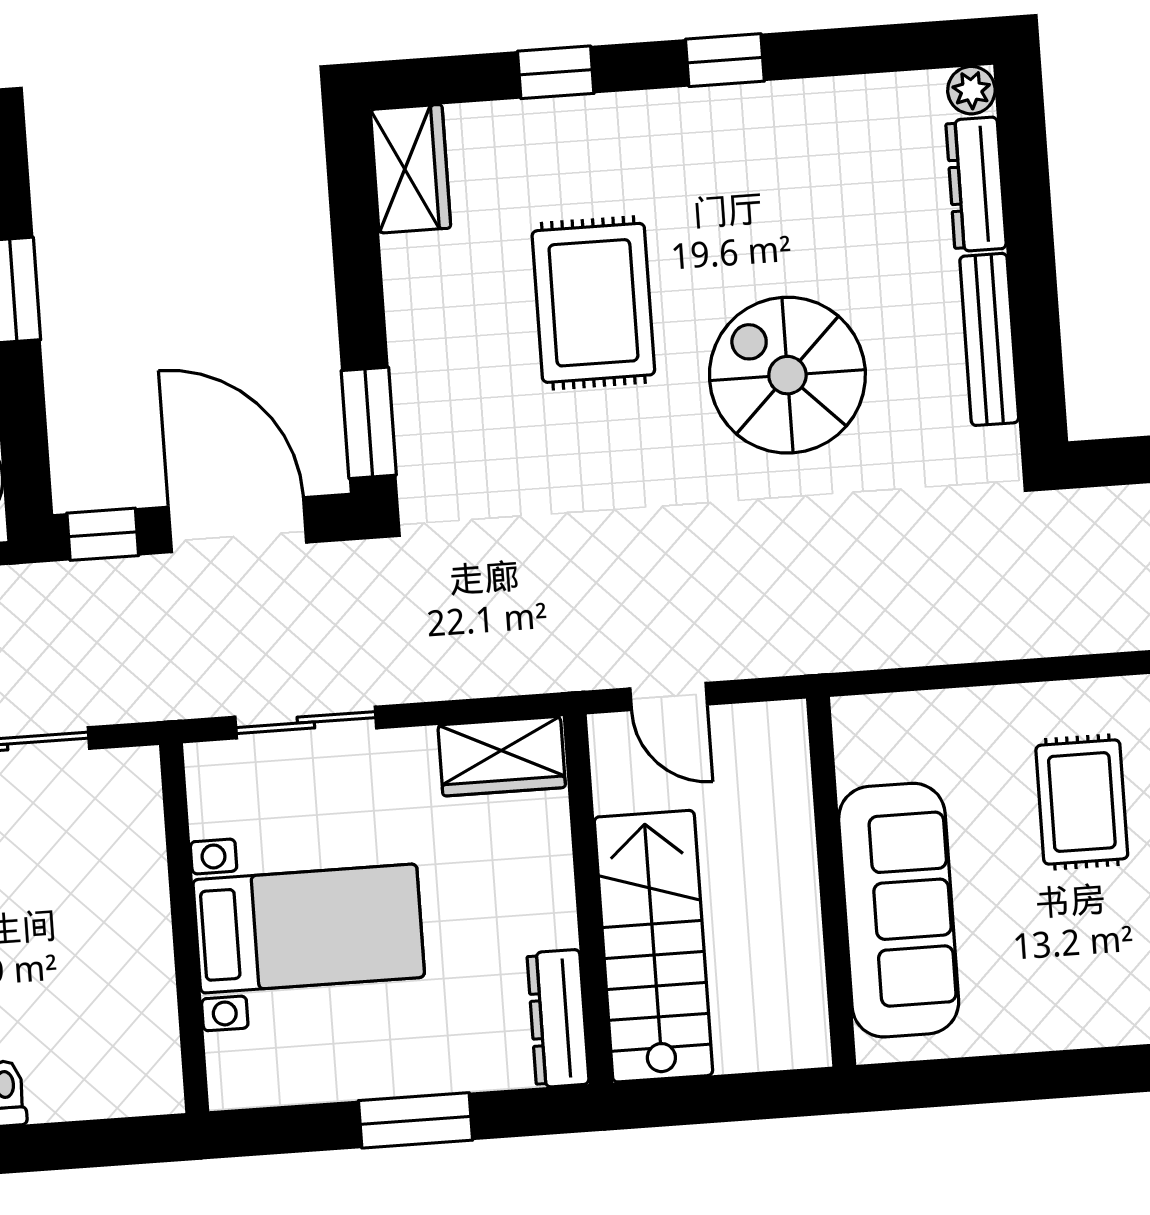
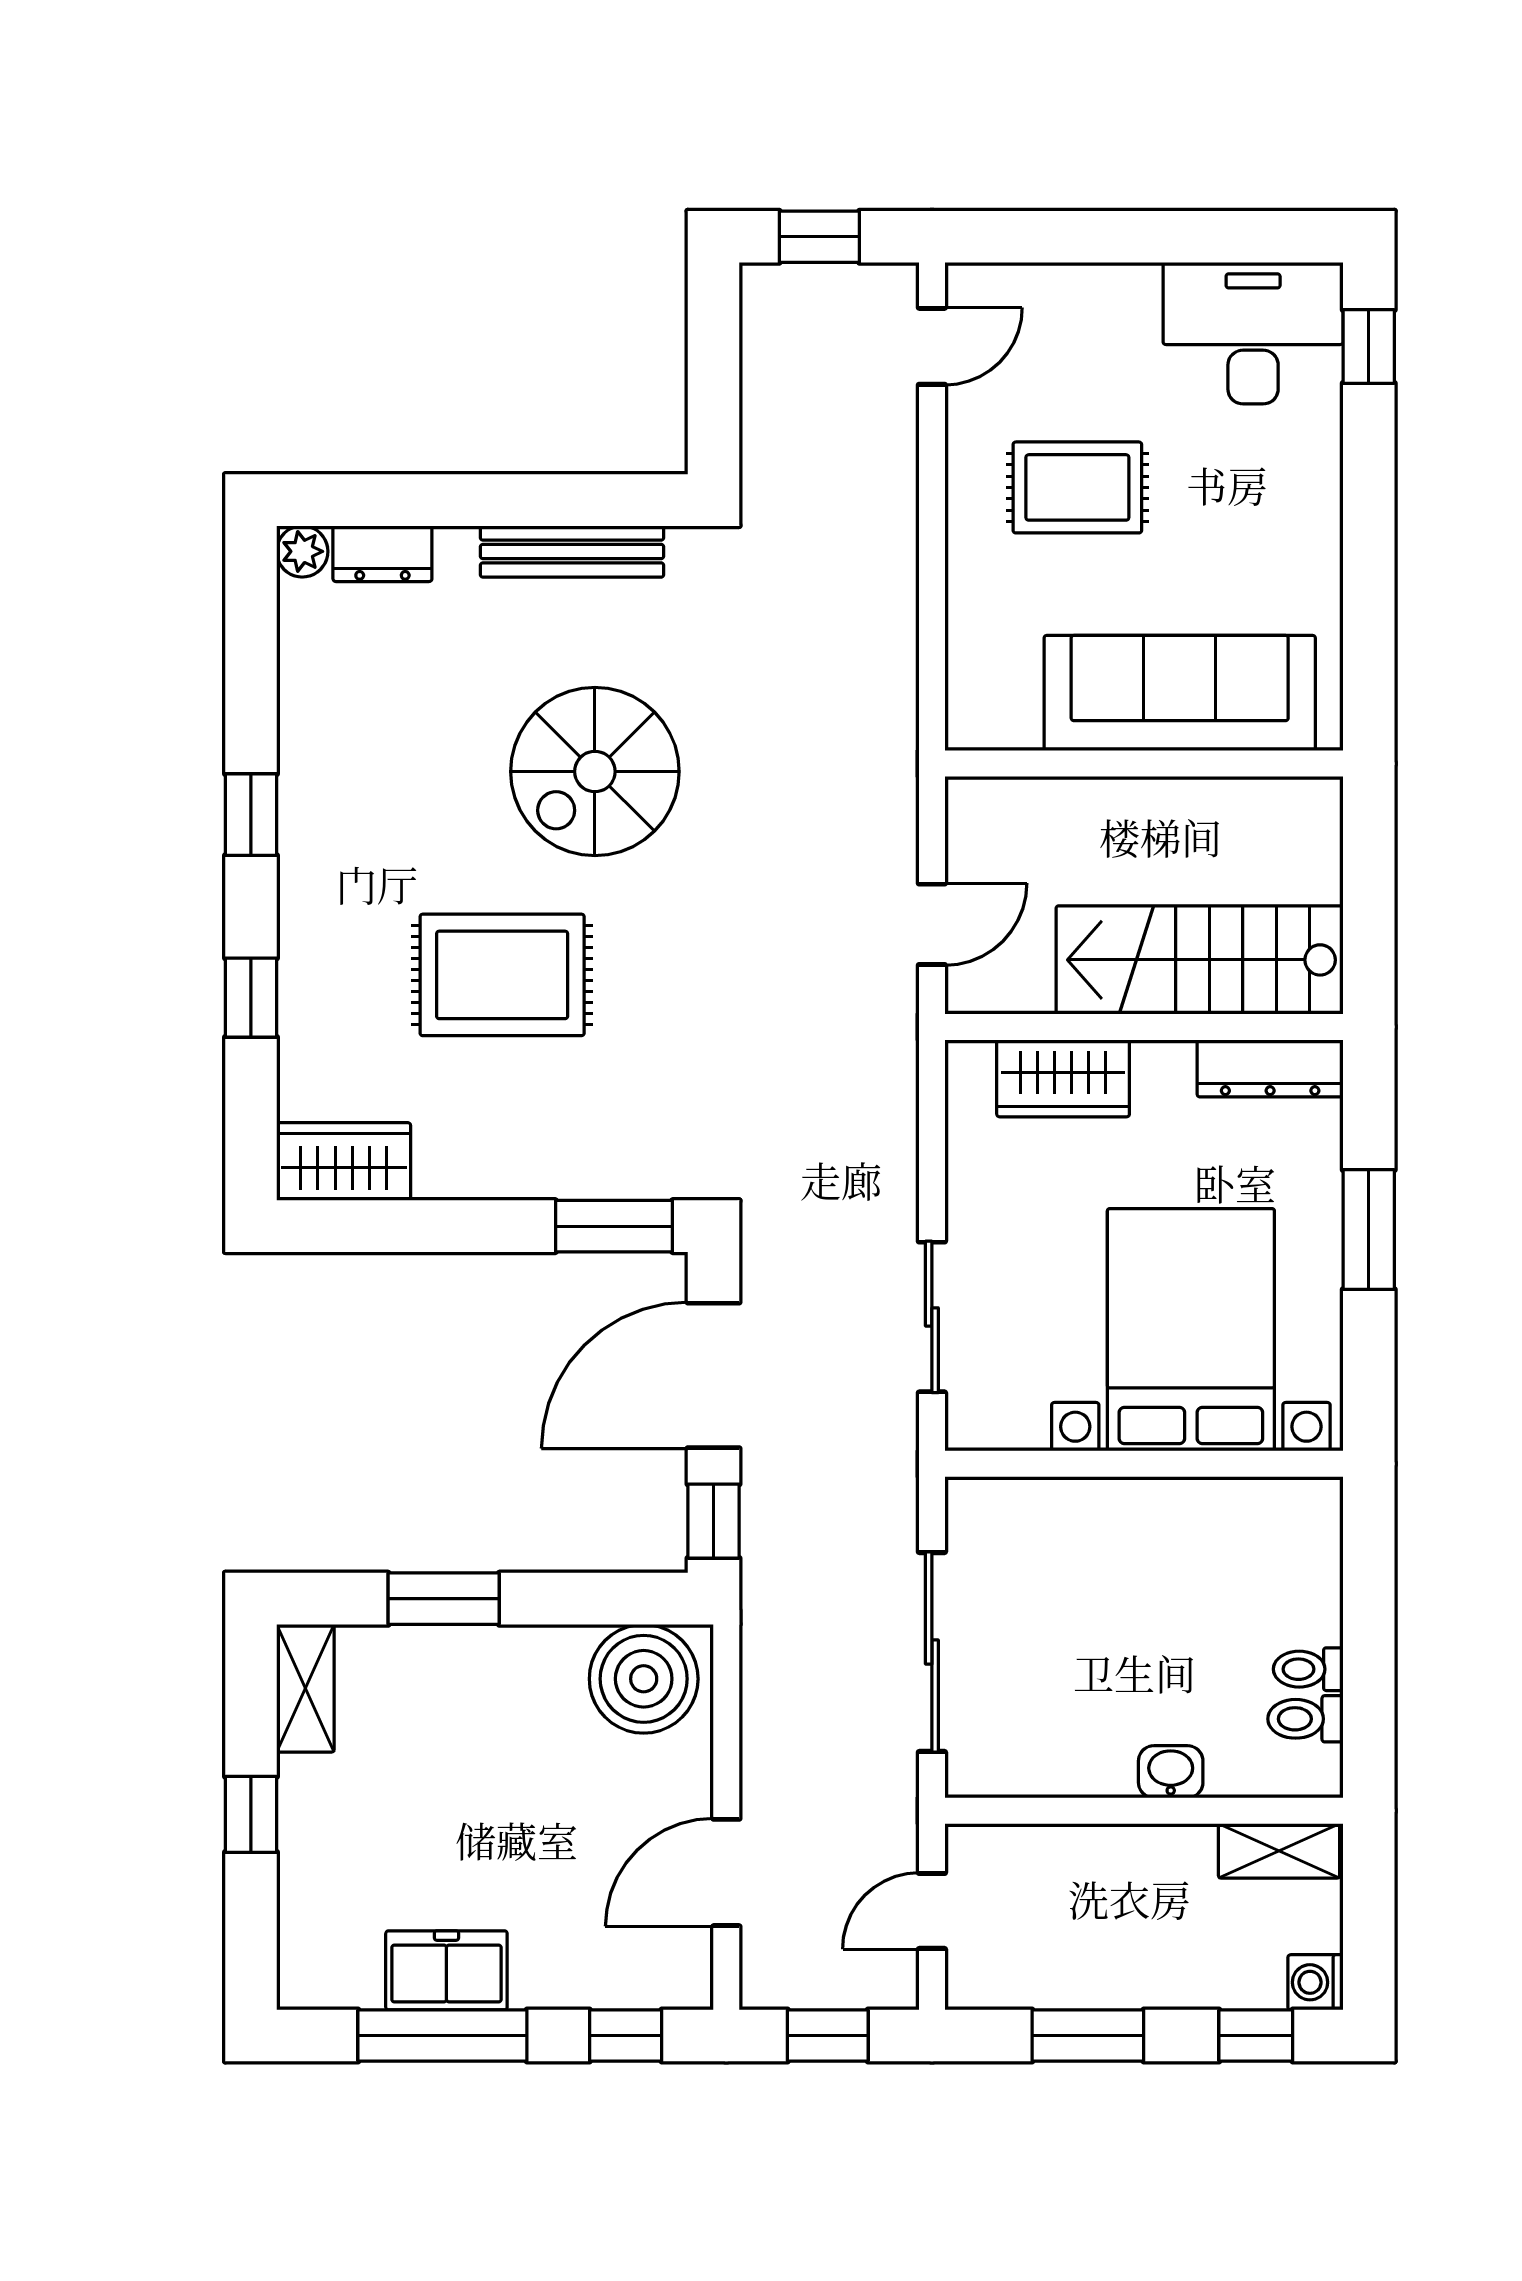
dresser: (976, 184) -> (382, 554), width x0.70
wardrobe: (502, 756) -> (1063, 1078), moved, turned 90
bed with nightstands: (309, 929) -> (1191, 1330), width x1.36

